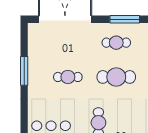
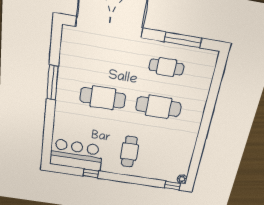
cafe table: (68, 77) -> (103, 98), width x1.37, depth x1.35

